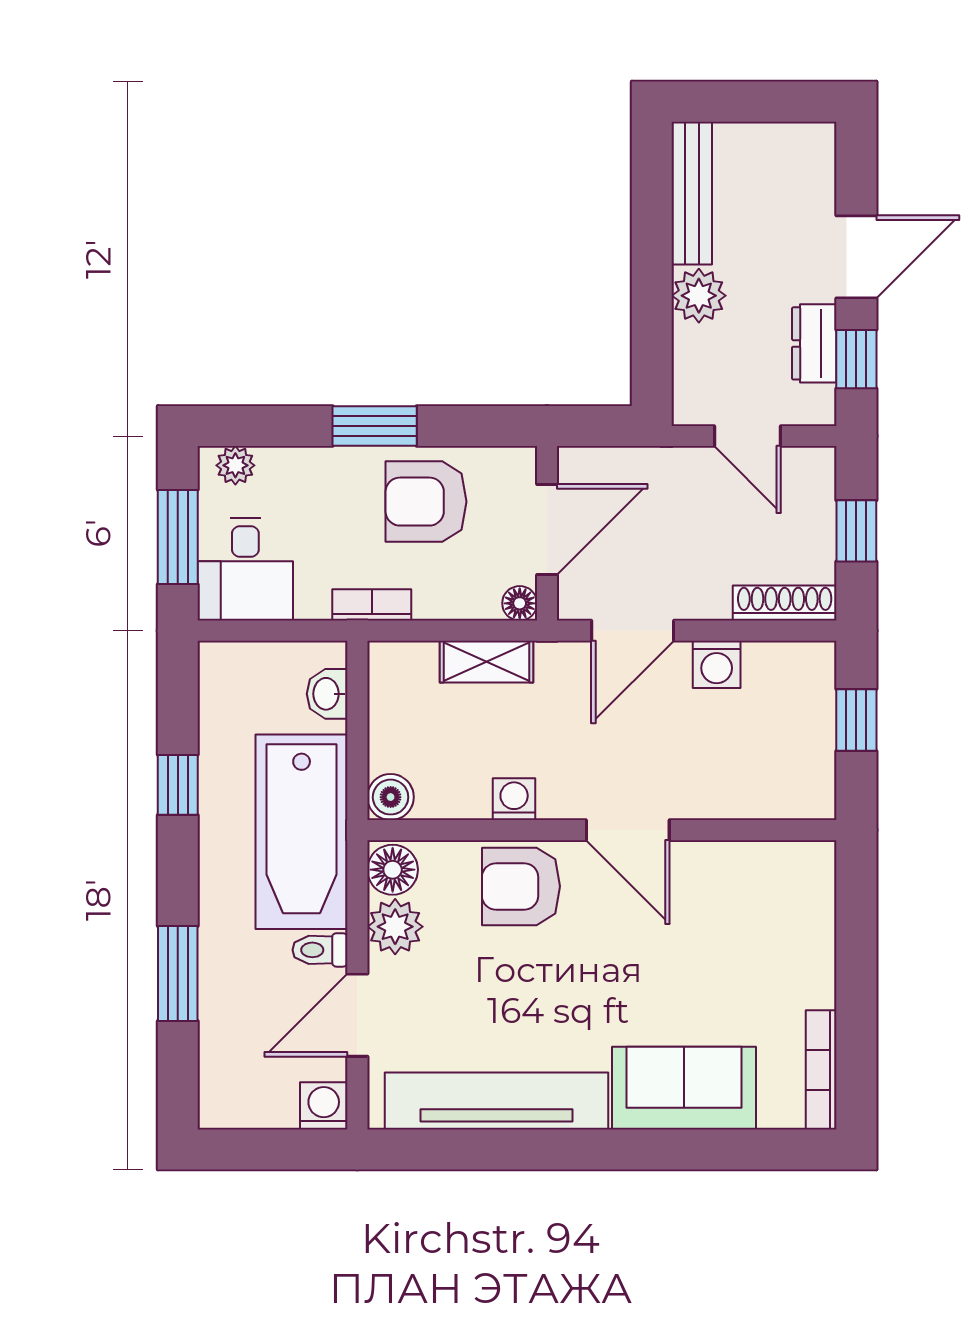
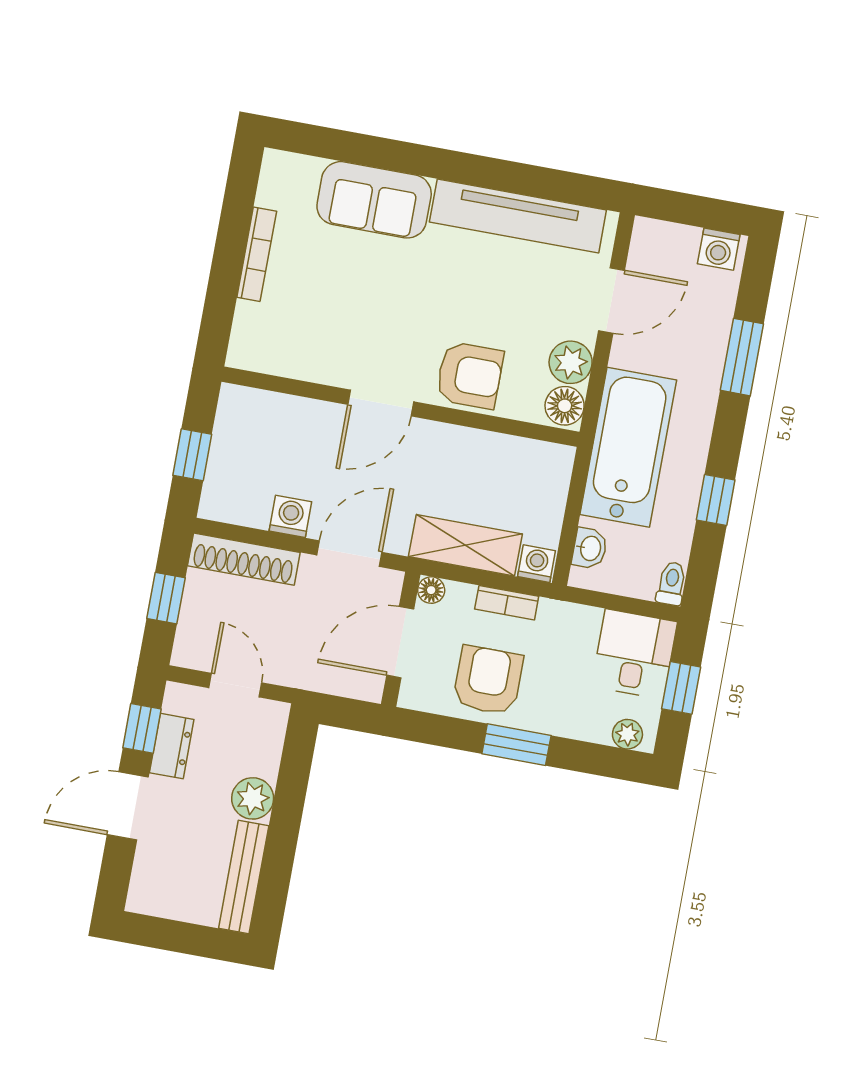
armchair: (426, 502) -> (488, 680), turned -90
window: (178, 537) -> (681, 688), width x0.67
shoe rack: (785, 603) -> (244, 559), width x1.36, depth x1.24
bookcase: (372, 605) -> (507, 603), moved
shelving: (487, 662) -> (465, 545), width x1.50, depth x1.33
boiler: (391, 797) -> (556, 461), removed
washing machine: (514, 799) -> (536, 564), moved, turned 180
door: (628, 830) -> (381, 403), swing flipped
toilet: (320, 950) -> (671, 583), moved, turned -90
bookcase: (821, 1070) -> (257, 254), moved
washing machine: (324, 1106) -> (719, 249), moved

